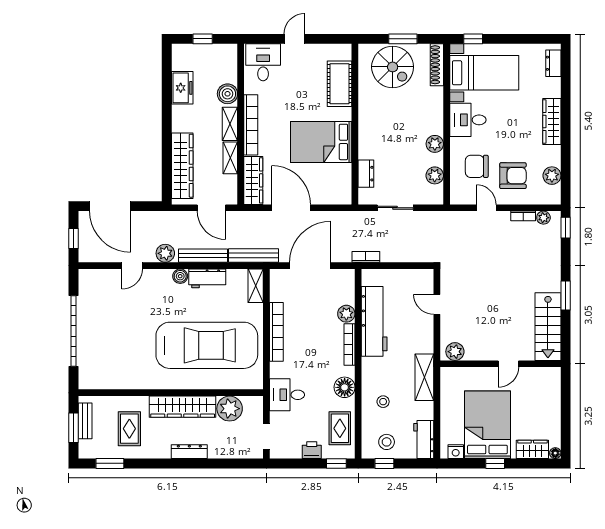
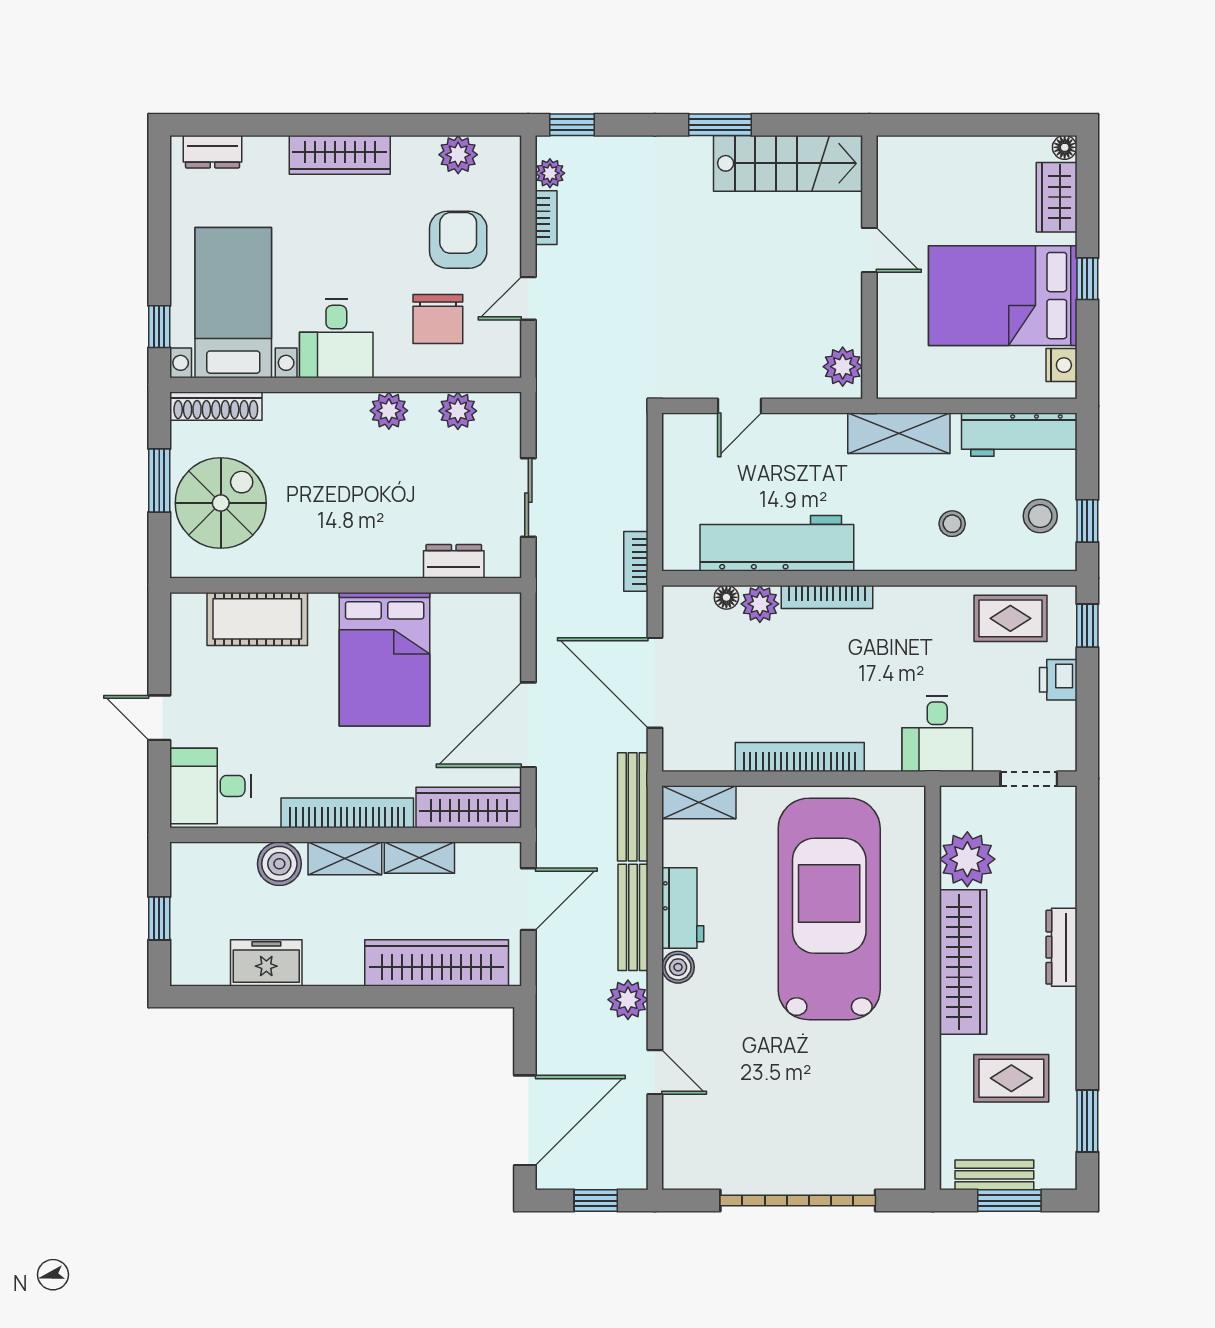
floor lamp: (345, 387) -> (726, 597), moved, width x0.53, depth x0.53
workbench: (424, 439) -> (1019, 435), width x1.38

